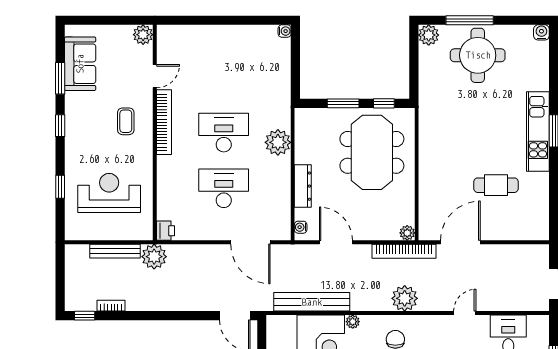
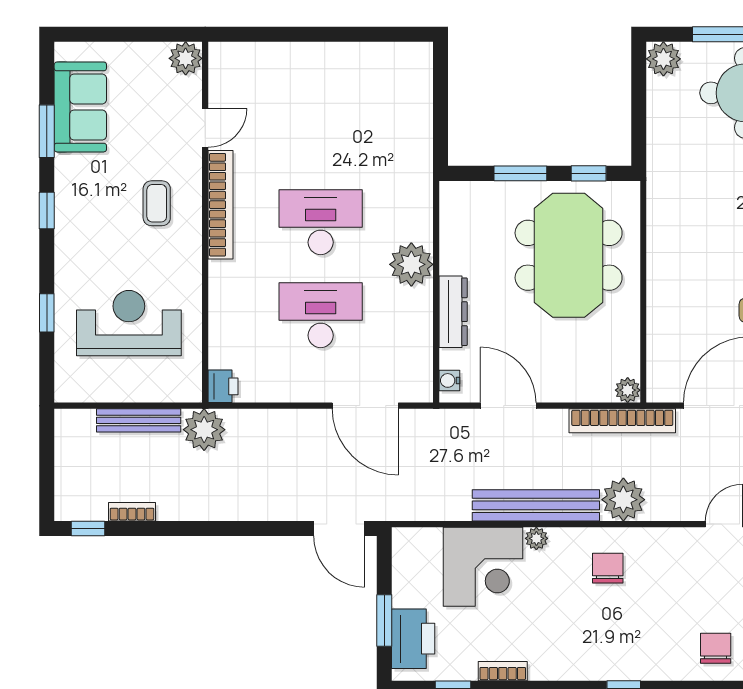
water cooler: (285, 31) -> (422, 52), removed
plant: (278, 142) -> (411, 264), moved
bench: (312, 302) -> (536, 505), moved

